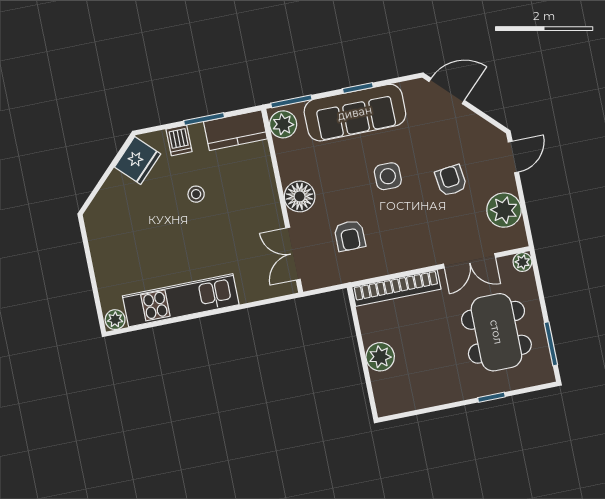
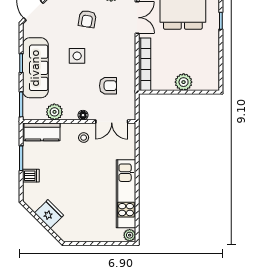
plant: (283, 124) -> (54, 112), moved
kitchen counter: (235, 130) -> (42, 132), moved, turned 90
fridge: (138, 160) -> (49, 214), moved
armchair: (451, 180) -> (87, 19), turned -74
stool: (196, 194) -> (84, 138), moved
floor lamp: (300, 196) -> (83, 115), width x0.53, depth x0.53

